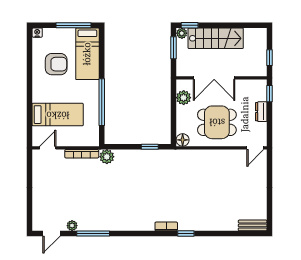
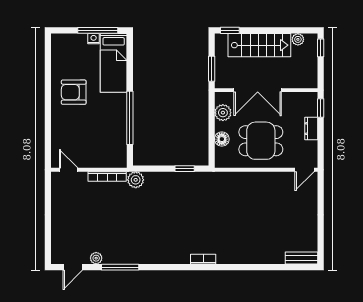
nightstand: (37, 33) -> (94, 39), moved
plant: (182, 33) -> (298, 39), moved
window: (174, 48) -> (212, 69), moved
window: (270, 58) -> (321, 48), moved
armchair: (56, 64) -> (74, 92), moved, turned 180
bed: (58, 115) -> (80, 132), removed
floor lamp: (183, 140) -> (222, 139), moved
door: (48, 148) -> (69, 170), hinge flipped
window: (186, 233) -> (226, 267), removed

